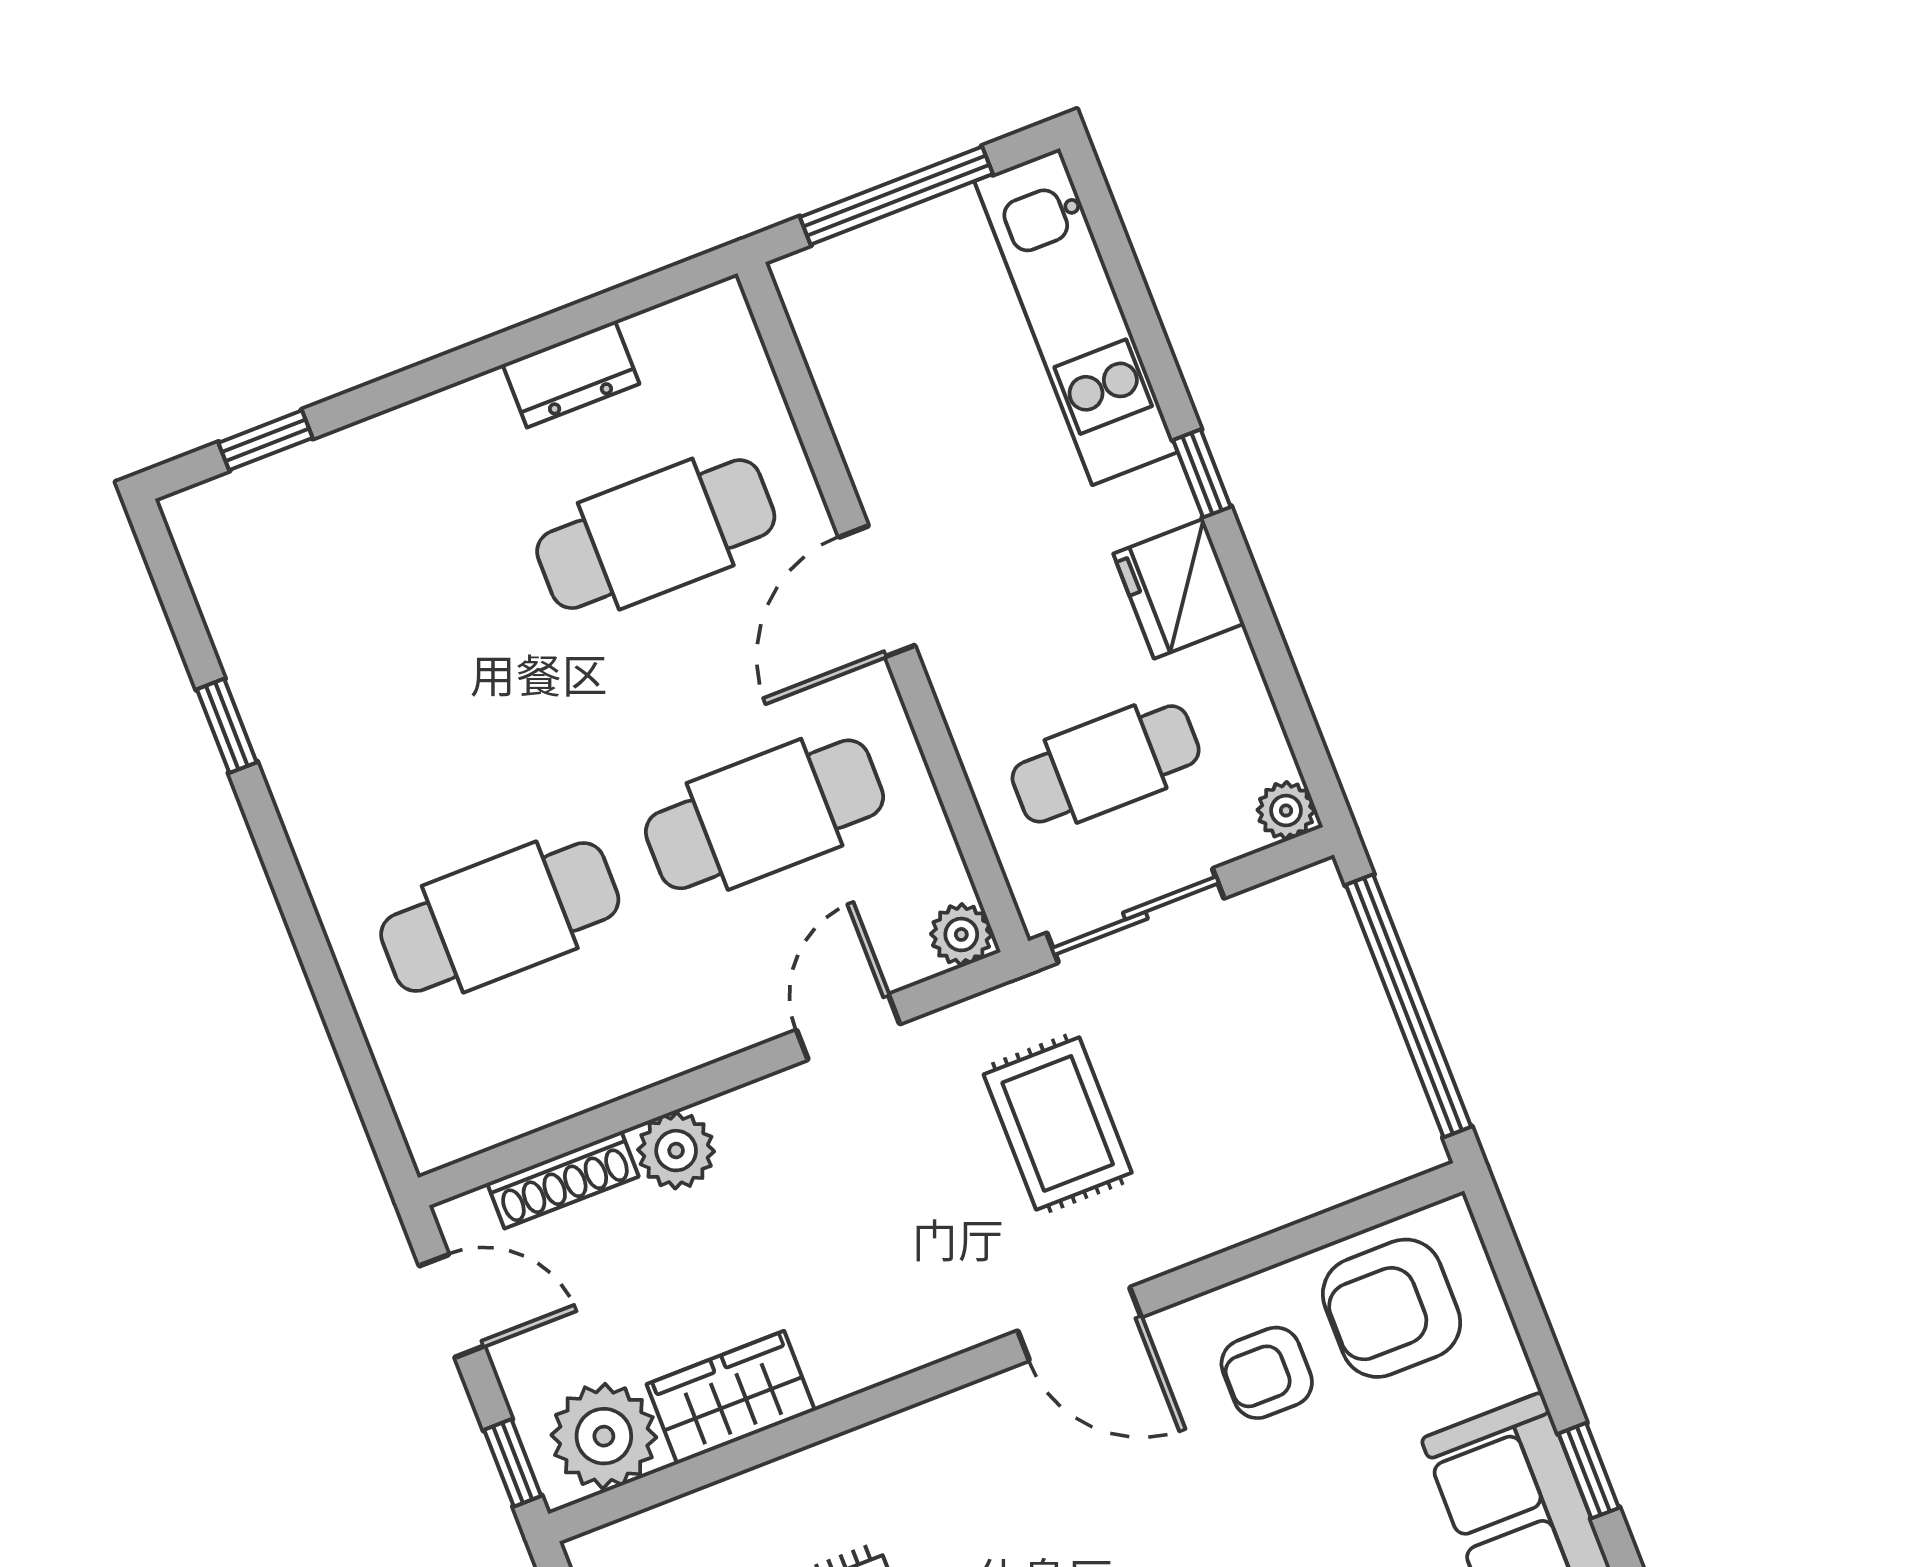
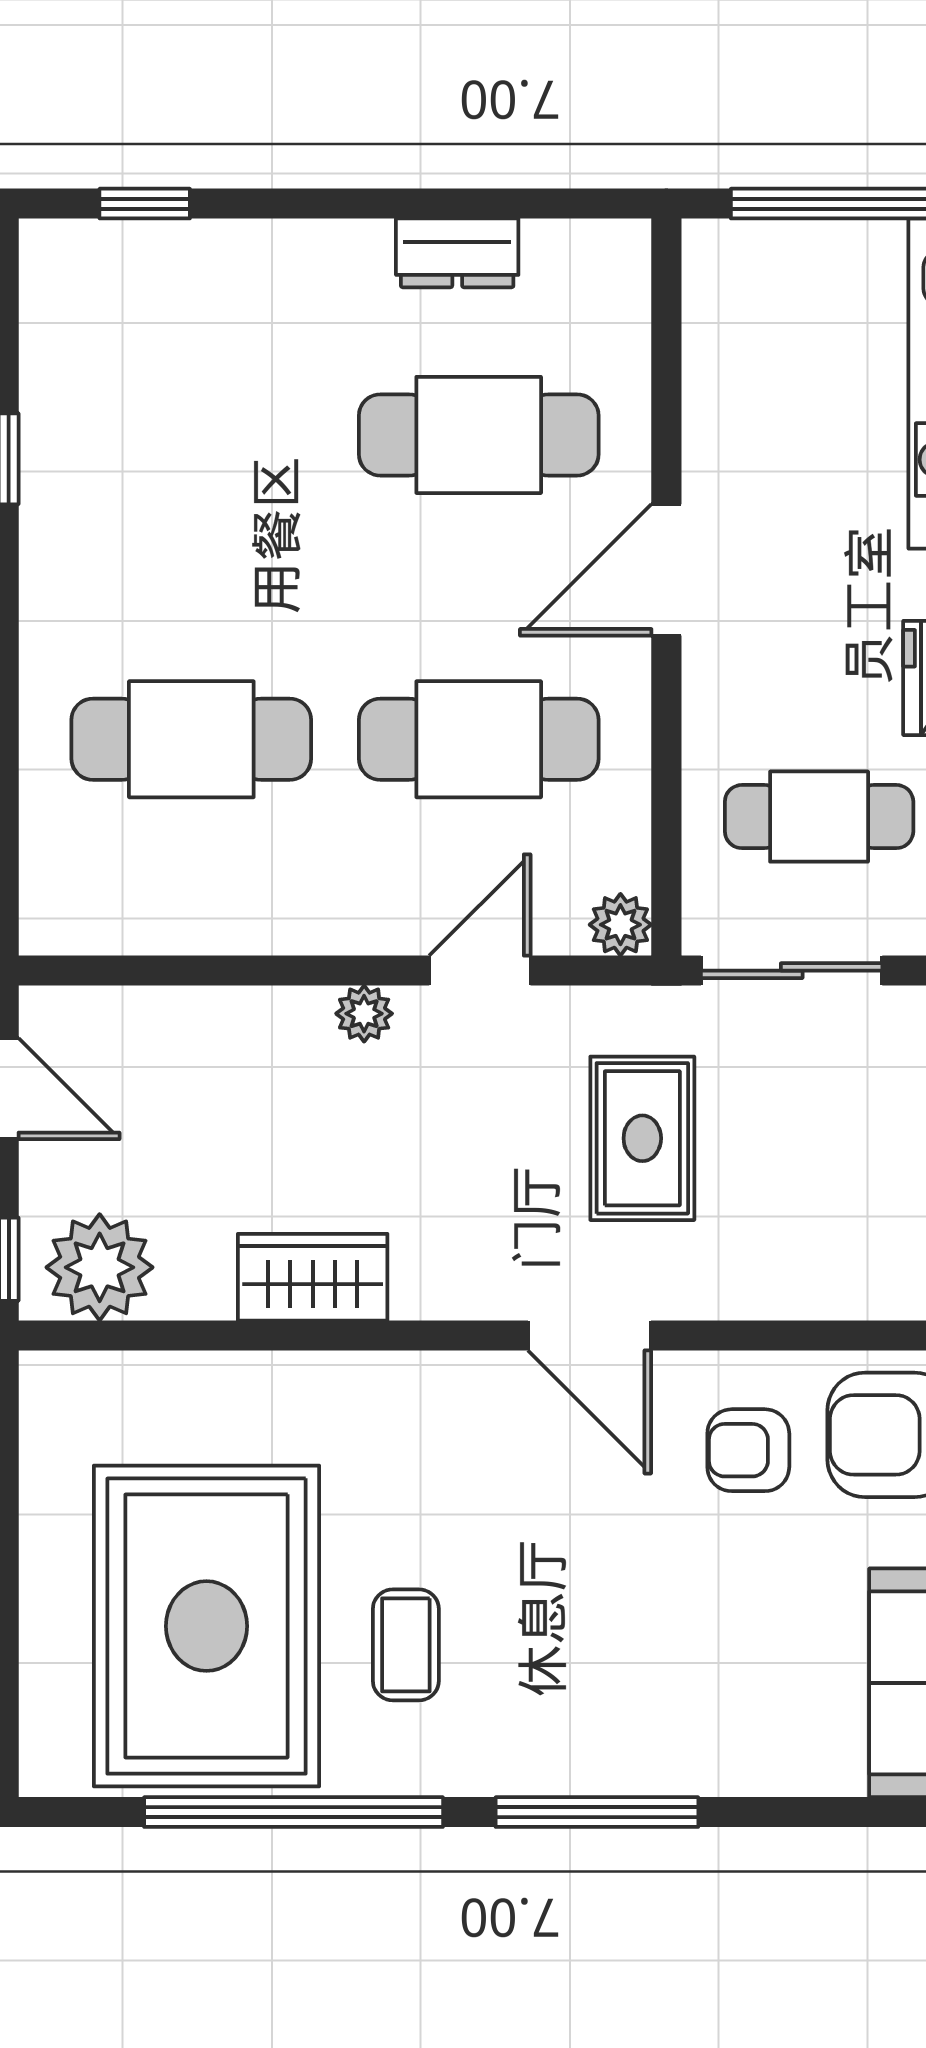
plant: (676, 1151) -> (364, 1014), moved, width x0.73, depth x0.73
shoe rack: (563, 1180) -> (155, 1010), removed
wardrobe: (731, 1397) -> (313, 1277), moved

